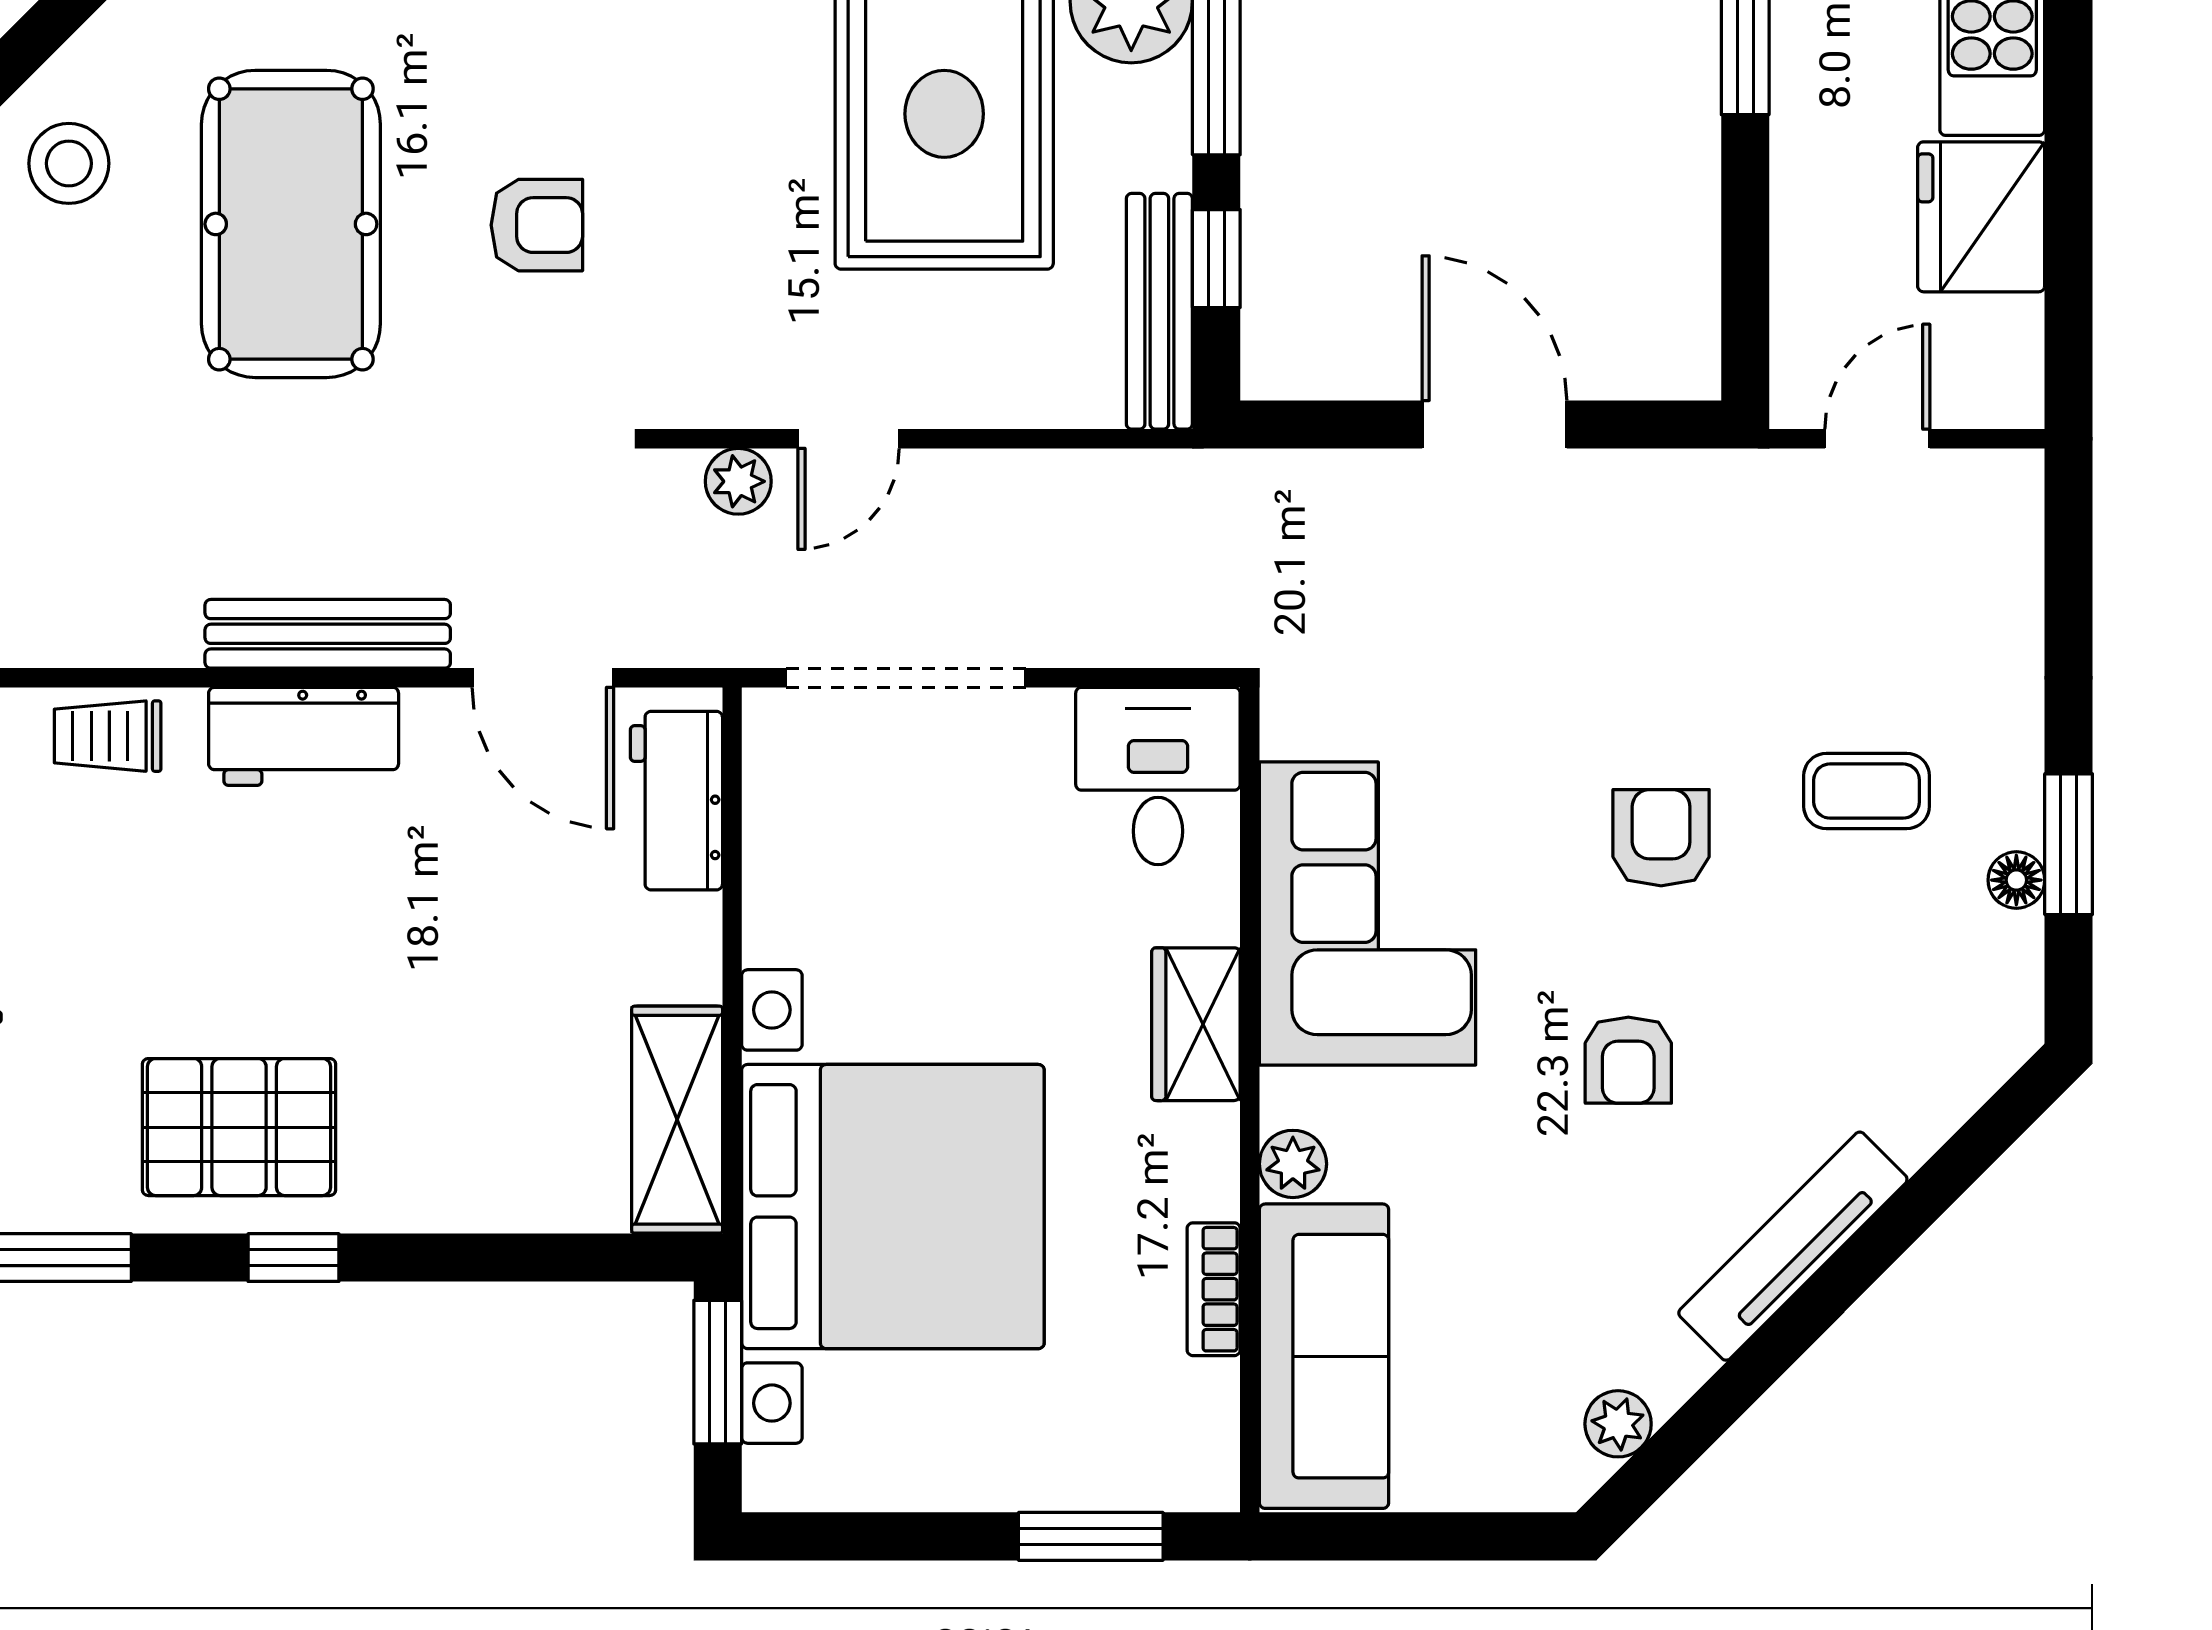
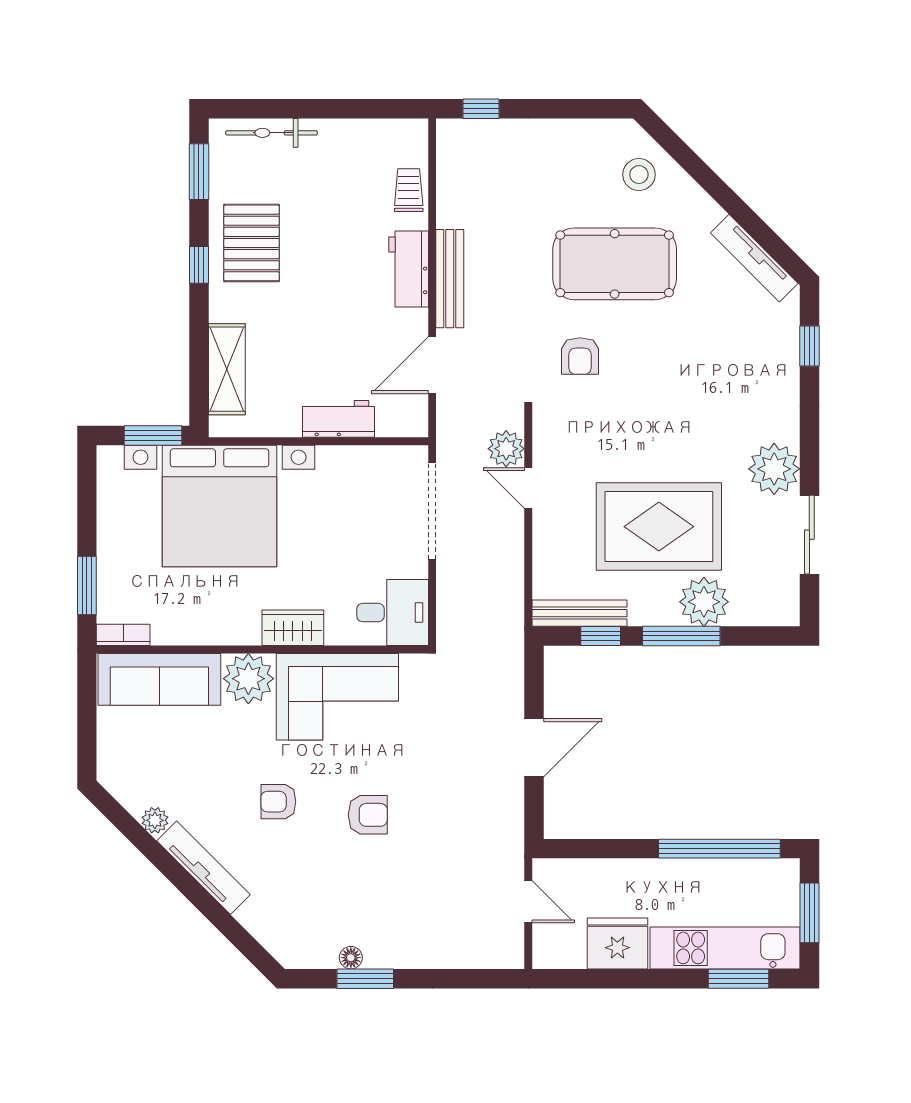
armchair: (537, 225) -> (580, 356), moved
plant: (738, 481) -> (506, 449), width x1.38, depth x1.38
coffee table: (1867, 791) -> (387, 897), removed
workbench: (676, 801) -> (339, 419), moved
shelving: (677, 1120) -> (227, 369), moved, turned 90
plant: (1293, 1164) -> (248, 679), width x1.87, depth x1.87
bookcase: (1214, 1289) -> (123, 635), moved
plant: (1618, 1424) -> (155, 820), moved

